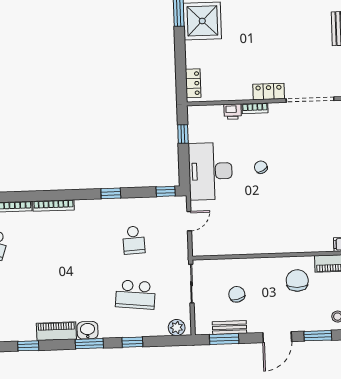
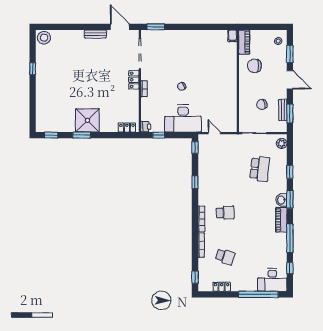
printer: (233, 112) -> (146, 127), moved
school desk: (134, 240) -> (225, 213), moved
window: (28, 346) -> (290, 238), width x2.17

